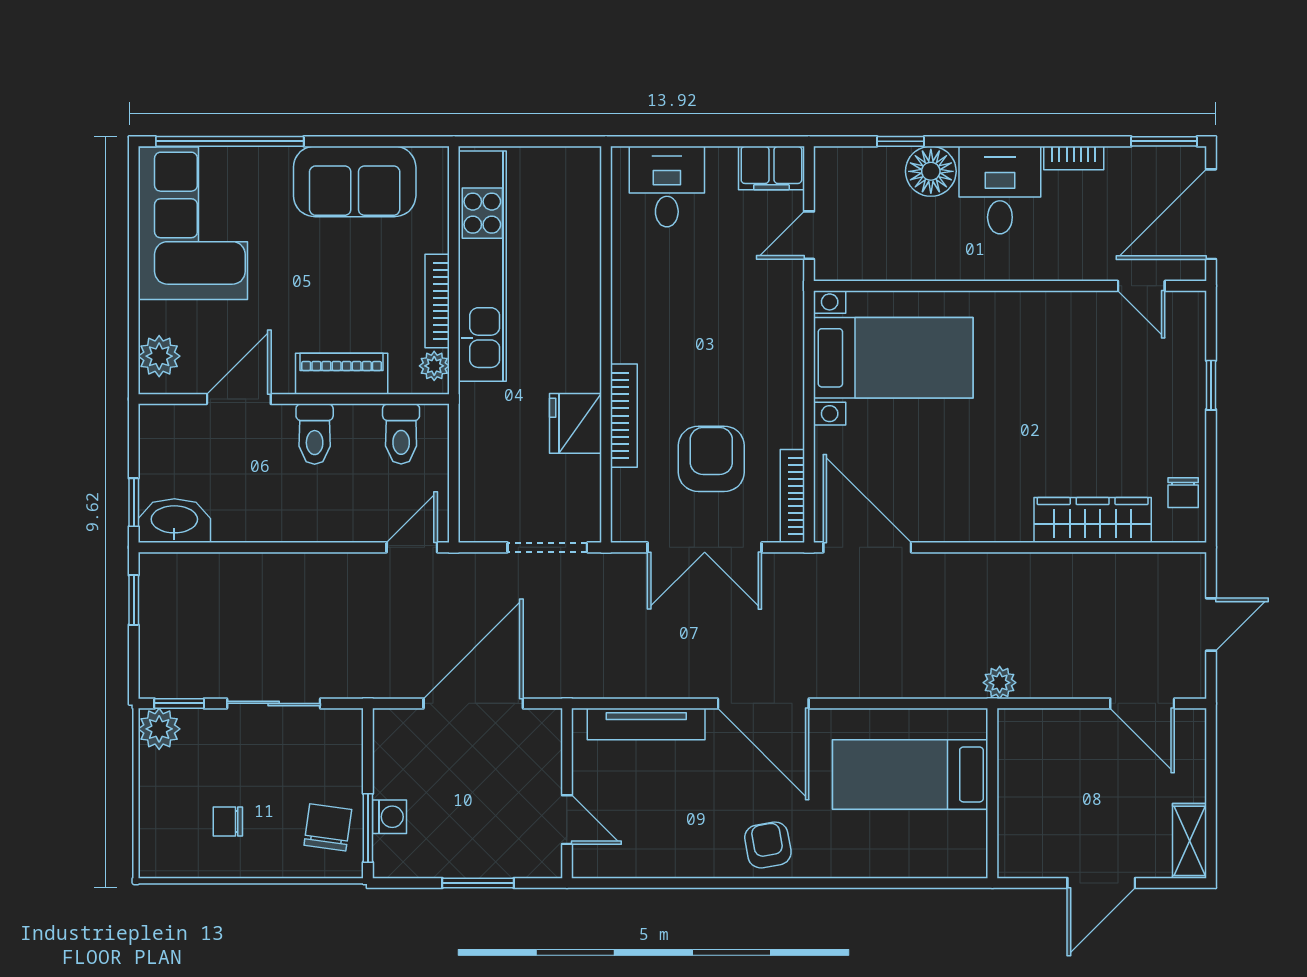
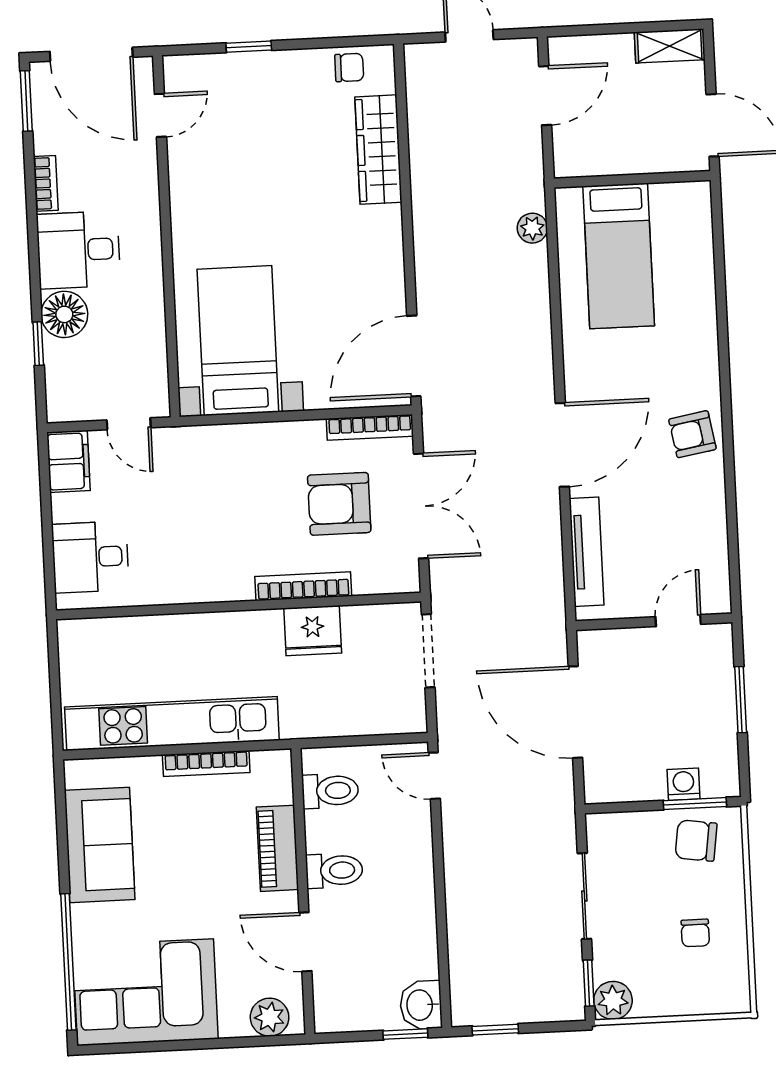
plant: (434, 366) -> (266, 763), removed
washbasin: (174, 521) -> (421, 1005), width x0.72
bed: (910, 774) -> (619, 256), moved
wall: (992, 793) -> (632, 179), moved

